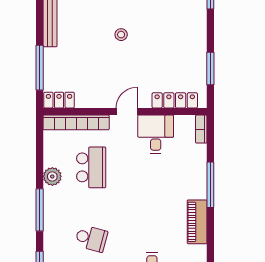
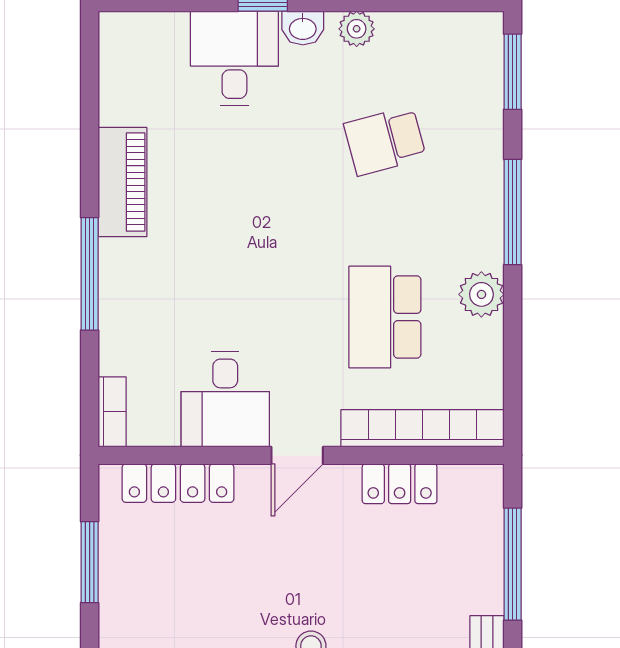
locker: (59, 100) -> (400, 484), moved
school desk: (91, 238) -> (385, 141), turned -30

